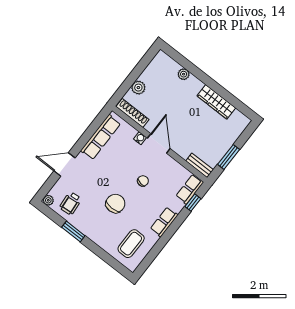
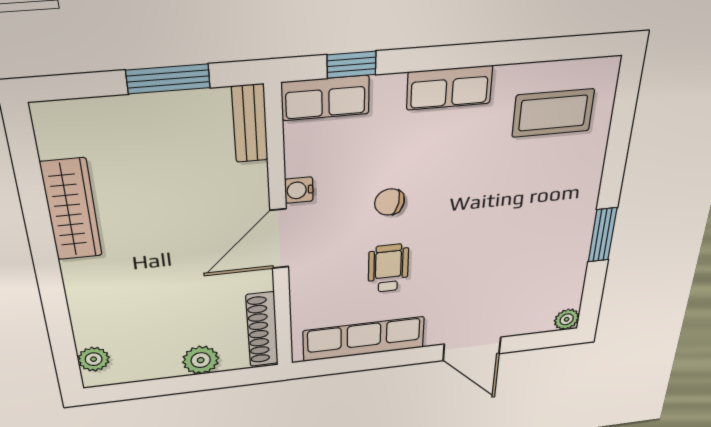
plant: (184, 74) -> (94, 359), moved
water cooler: (140, 138) -> (299, 190), moved
wheelchair: (71, 203) -> (388, 268), moved, turned -85
chair: (115, 204) -> (483, 211), removed

